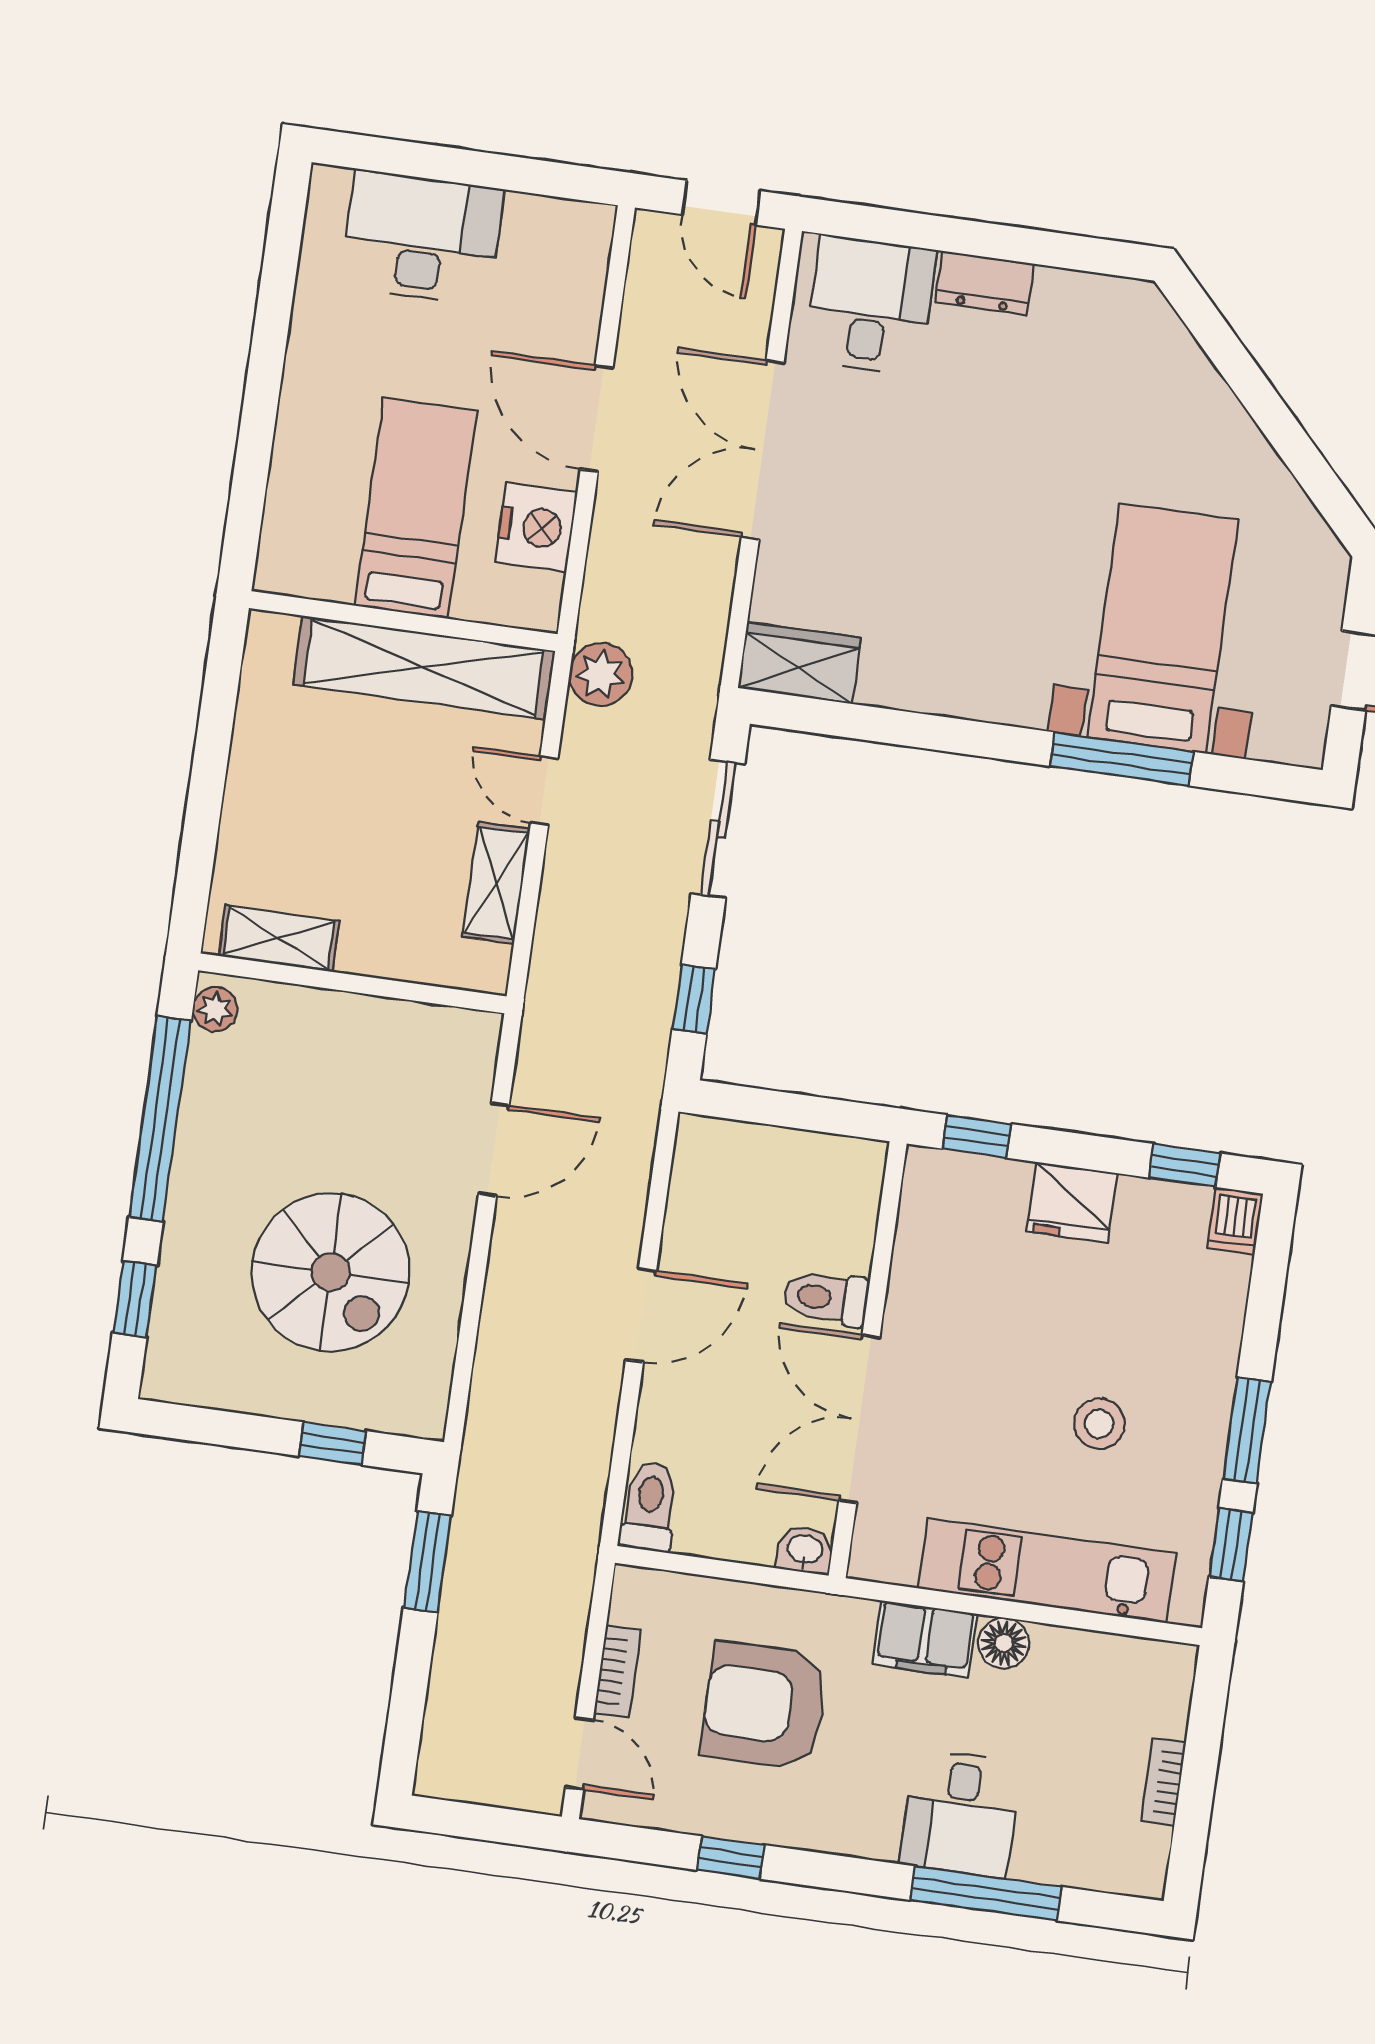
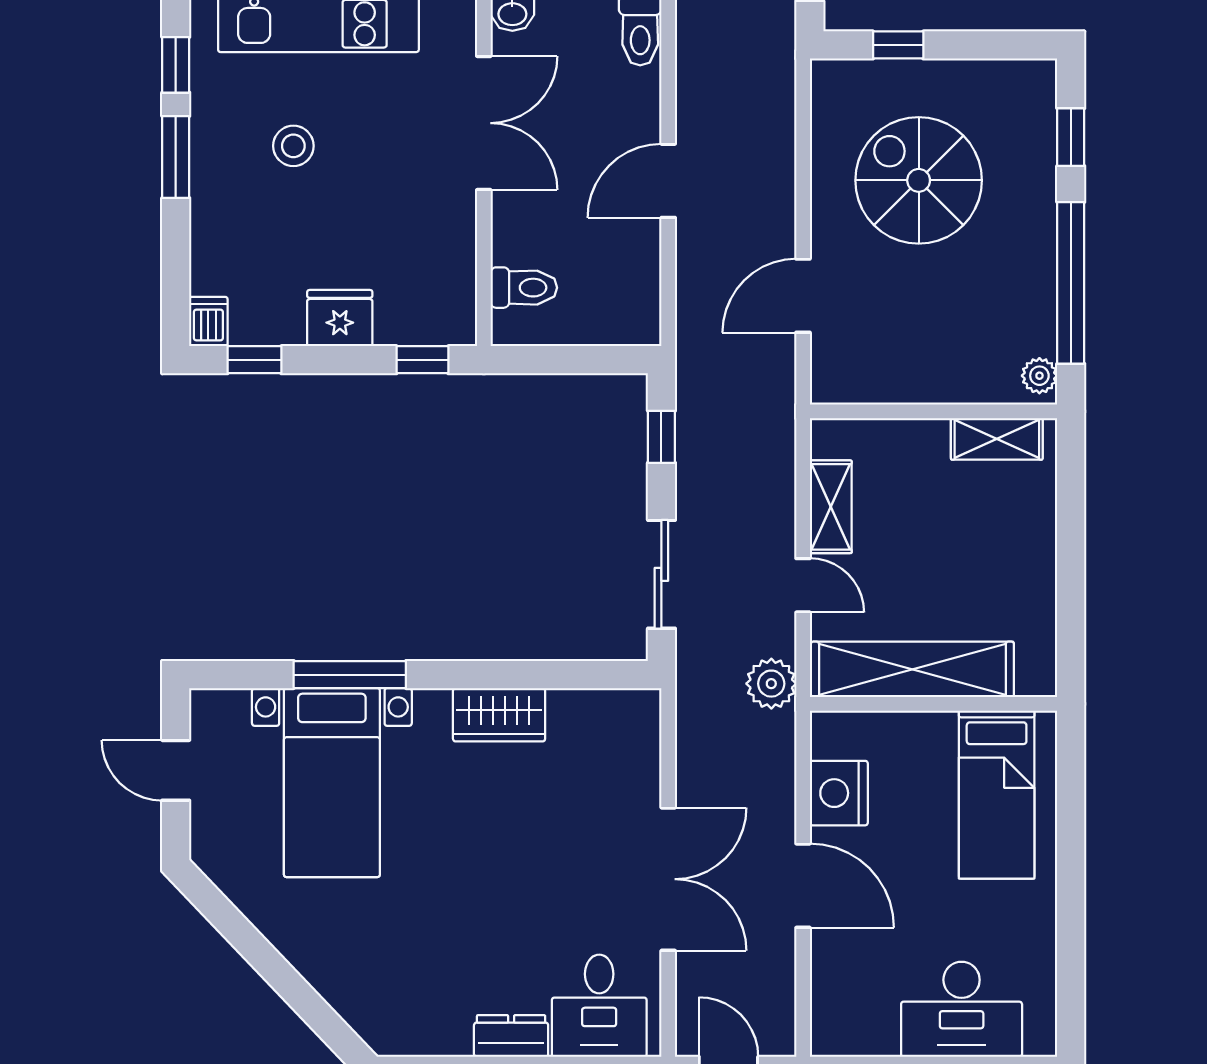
bed: (416, 508) -> (997, 795), moved
wardrobe: (799, 663) -> (499, 715), moved
toilet: (826, 1298) -> (524, 288), moved

